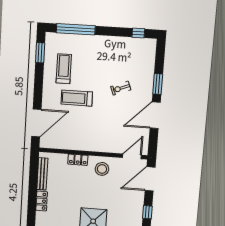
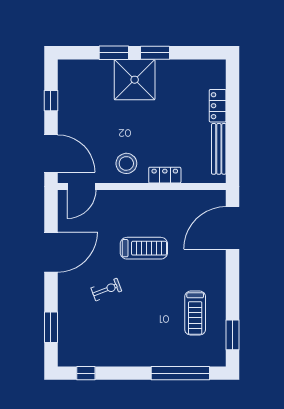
window: (158, 84) -> (51, 327), moved
treadmill: (77, 98) -> (144, 248), moved
door: (150, 179) -> (51, 153), hinge flipped

